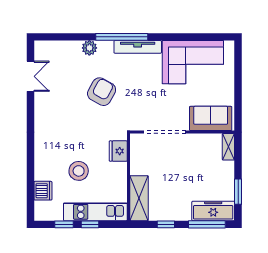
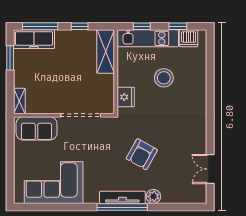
tv unit: (138, 47) -> (122, 197), moved
dishwasher: (43, 191) -> (189, 38), moved, turned -90
window: (90, 224) -> (142, 26), moved

